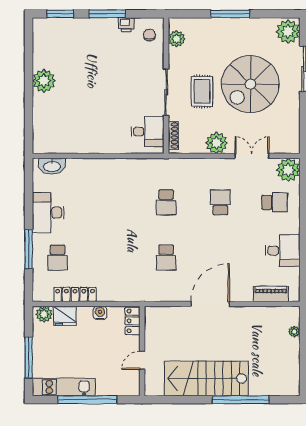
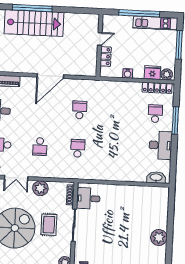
locker: (75, 295) -> (157, 88), moved
locker: (132, 321) -> (106, 57), moved
stairs: (206, 378) -> (34, 23), moved

